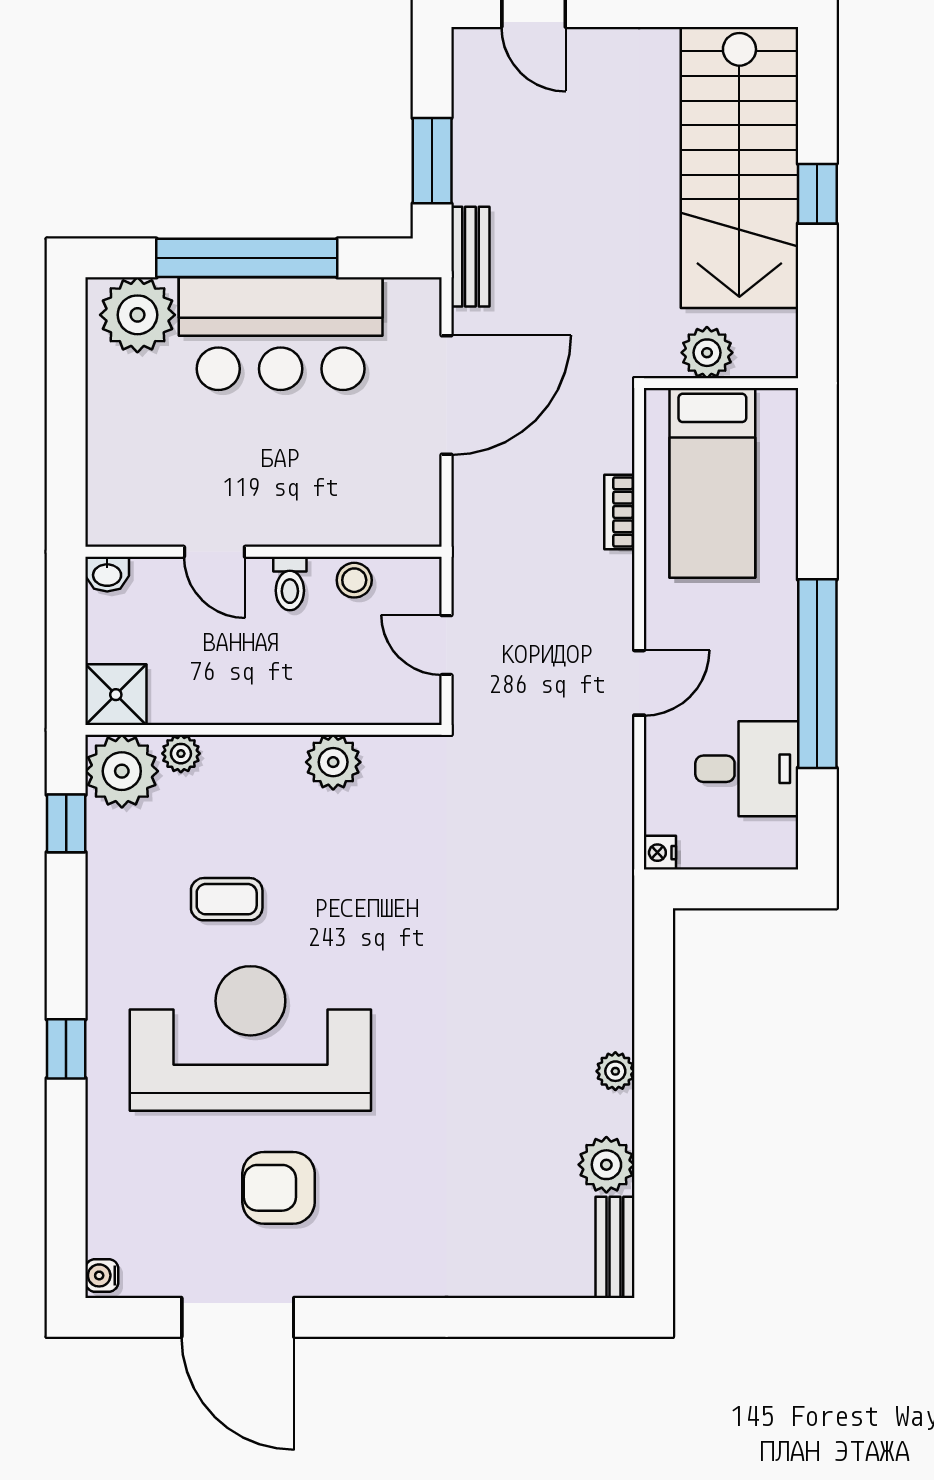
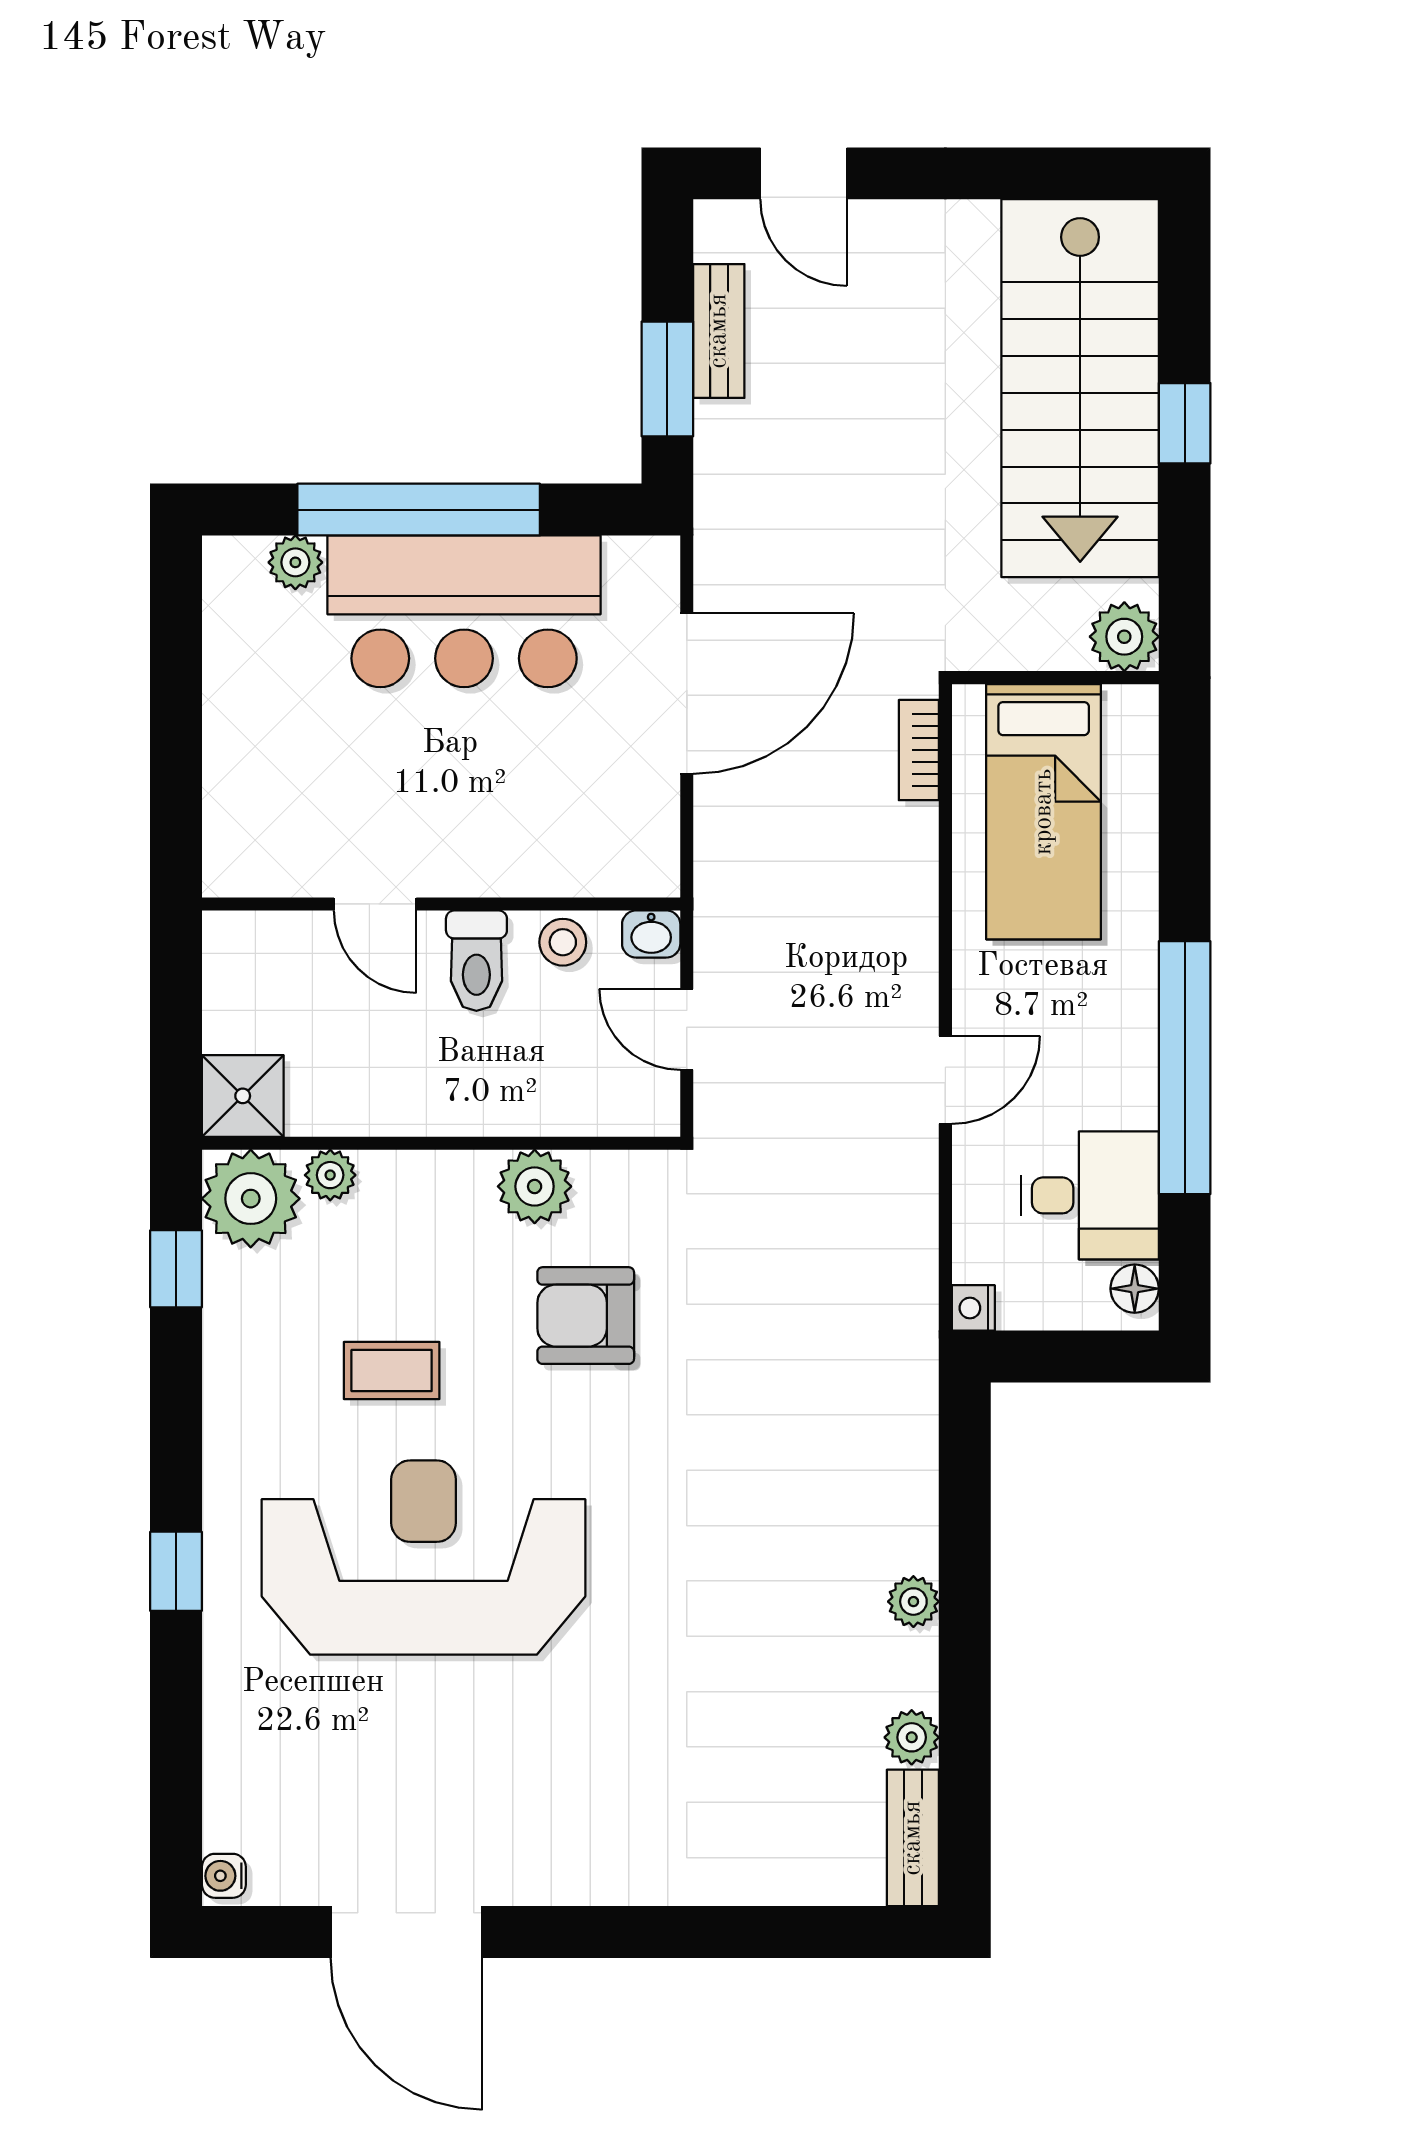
bench: (470, 257) -> (719, 331), moved
plant: (137, 315) -> (295, 562), width x0.53, depth x0.53
plant: (707, 353) -> (1124, 637), moved
bookcase: (619, 512) -> (919, 750), moved
washbasin: (107, 574) -> (651, 934), moved
toilet: (290, 584) -> (476, 961), width x1.37, depth x1.39
floor lamp: (780, 838) -> (1135, 1289), added
plant: (606, 1165) -> (912, 1737), width x0.73, depth x0.73
armchair: (279, 1188) -> (586, 1316), moved

